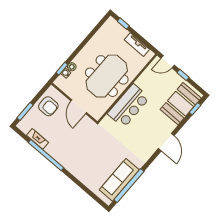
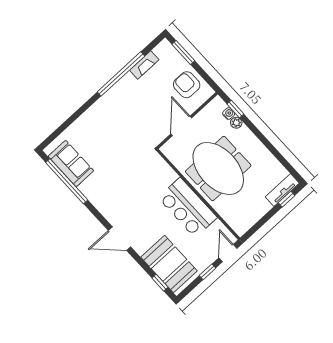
tv unit: (137, 45) -> (282, 190), moved
armchair: (48, 106) -> (187, 85), turned 90
bar counter: (129, 106) -> (188, 208), moved
door: (79, 107) -> (181, 126), hinge flipped
sofa: (119, 180) -> (71, 164), width x0.73

